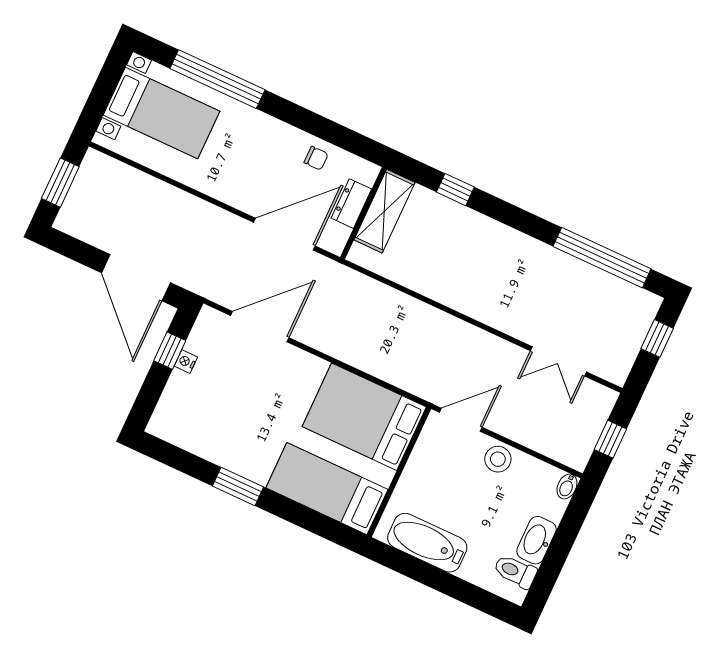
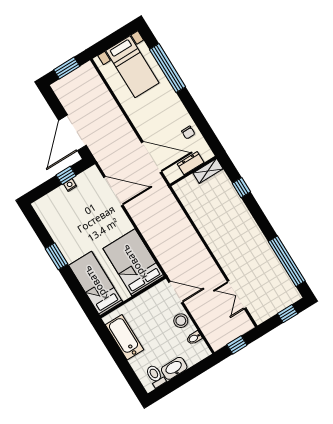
shelving: (384, 211) -> (208, 171), width x0.67, depth x0.75
bidet: (567, 487) -> (194, 338), moved

